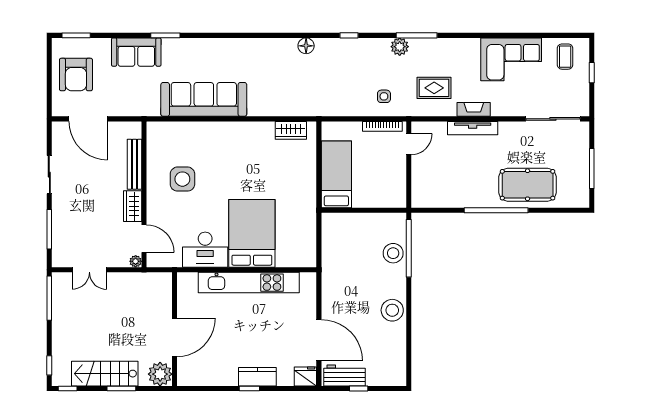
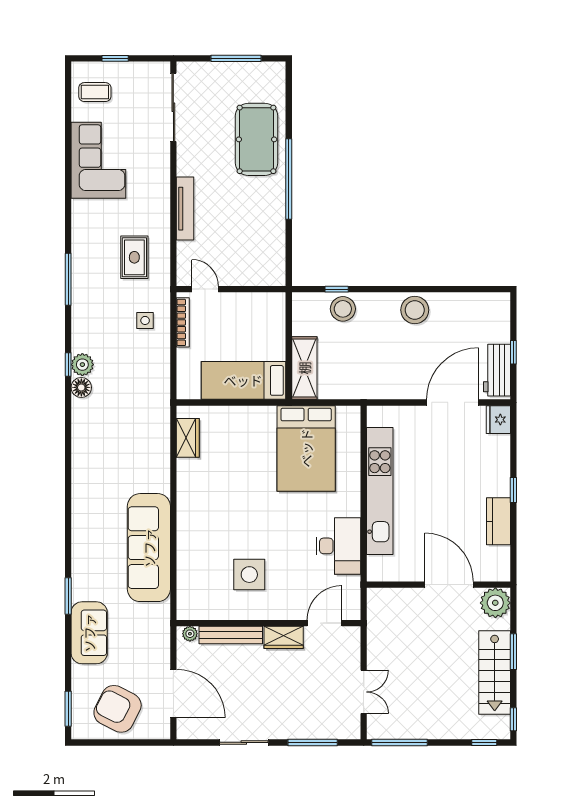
floor lamp: (306, 46) -> (81, 387), moved
plant: (400, 47) -> (82, 365), moved
armchair: (76, 75) -> (118, 709), turned -153
fireplace: (474, 109) -> (161, 207), removed
door: (88, 119) -> (173, 693), hinge flipped
shelving: (346, 223) -> (304, 368), added
bed: (252, 233) -> (306, 448), moved, turned -90
window: (409, 248) -> (337, 289), width x0.32
plant: (136, 261) -> (190, 634), moved
kitchen counter: (257, 377) -> (499, 521), moved

